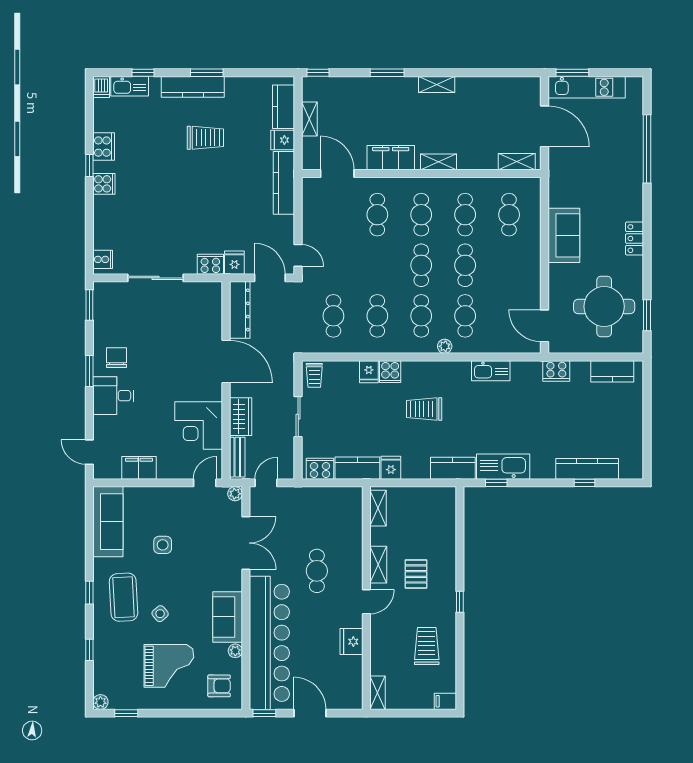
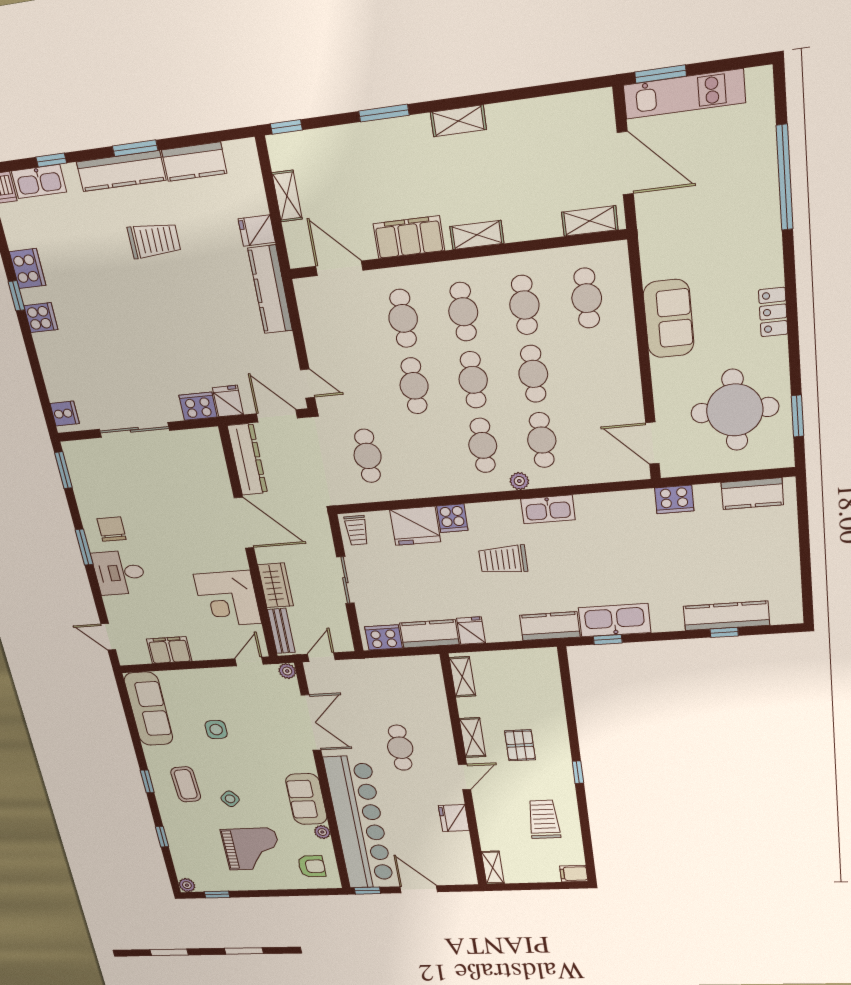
kitchen counter: (283, 107) -> (194, 162), moved, turned -90
cafe table: (377, 316) -> (414, 386), moved
kitchen sink: (491, 371) -> (548, 509), moved
fridge: (369, 372) -> (415, 526), width x1.88, depth x1.34
coffee table: (124, 597) -> (186, 784), width x0.73, depth x0.76

